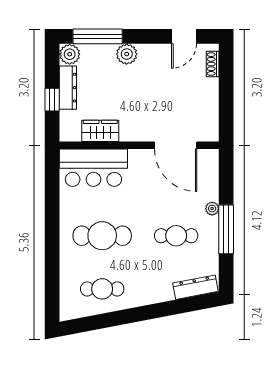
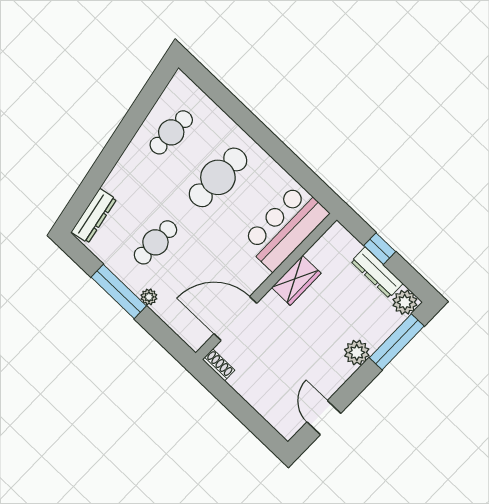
shoe rack: (213, 64) -> (219, 365), moved
wardrobe: (100, 131) -> (296, 280), moved

